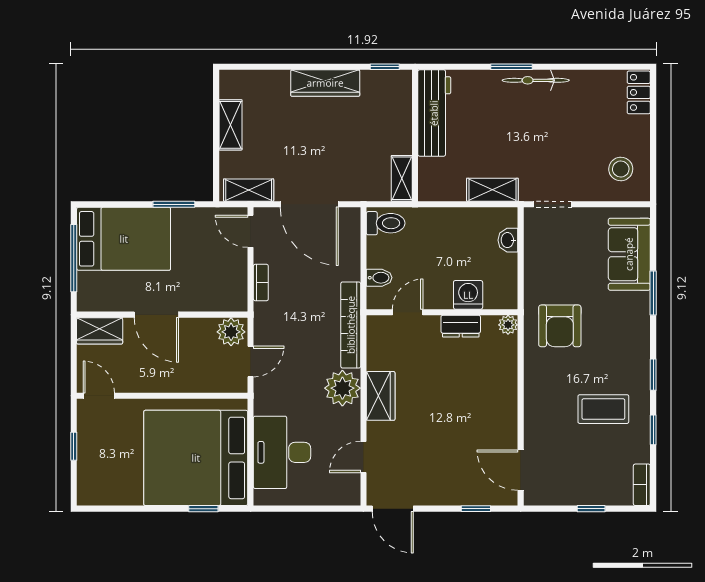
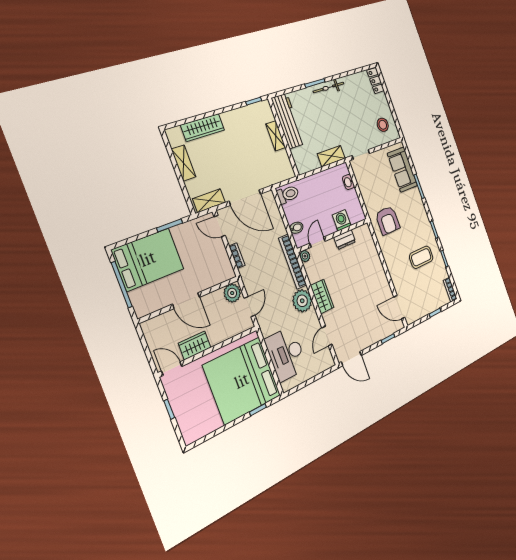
wardrobe: (325, 83) -> (203, 128), moved
shelving: (402, 178) -> (276, 136), moved
plant: (508, 325) -> (305, 256), moved
wardrobe: (100, 331) -> (195, 345), moved, turned 180

